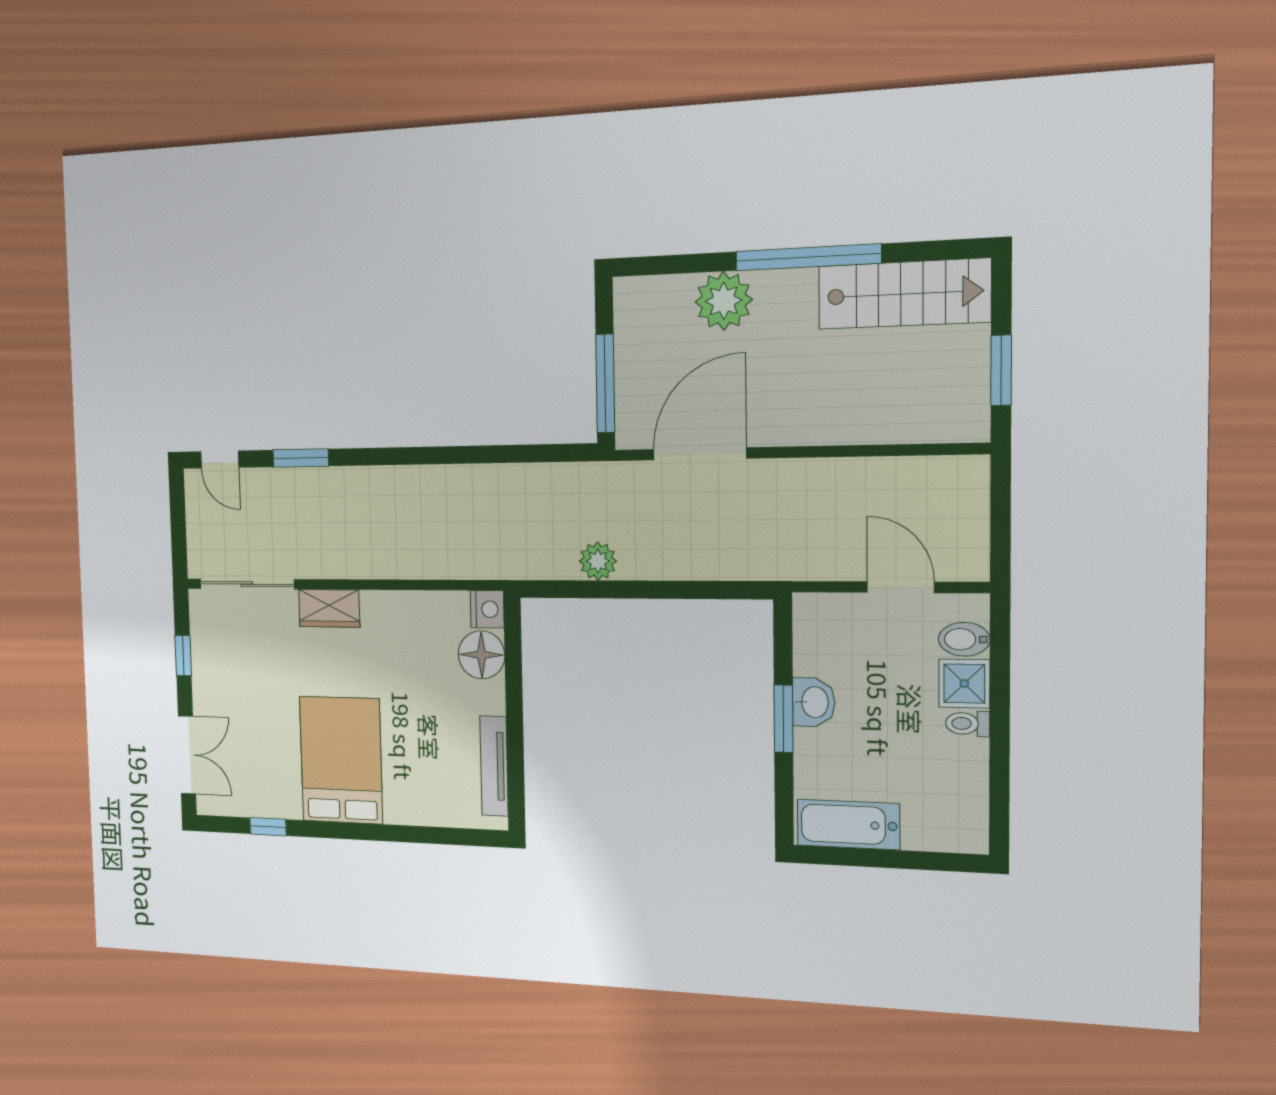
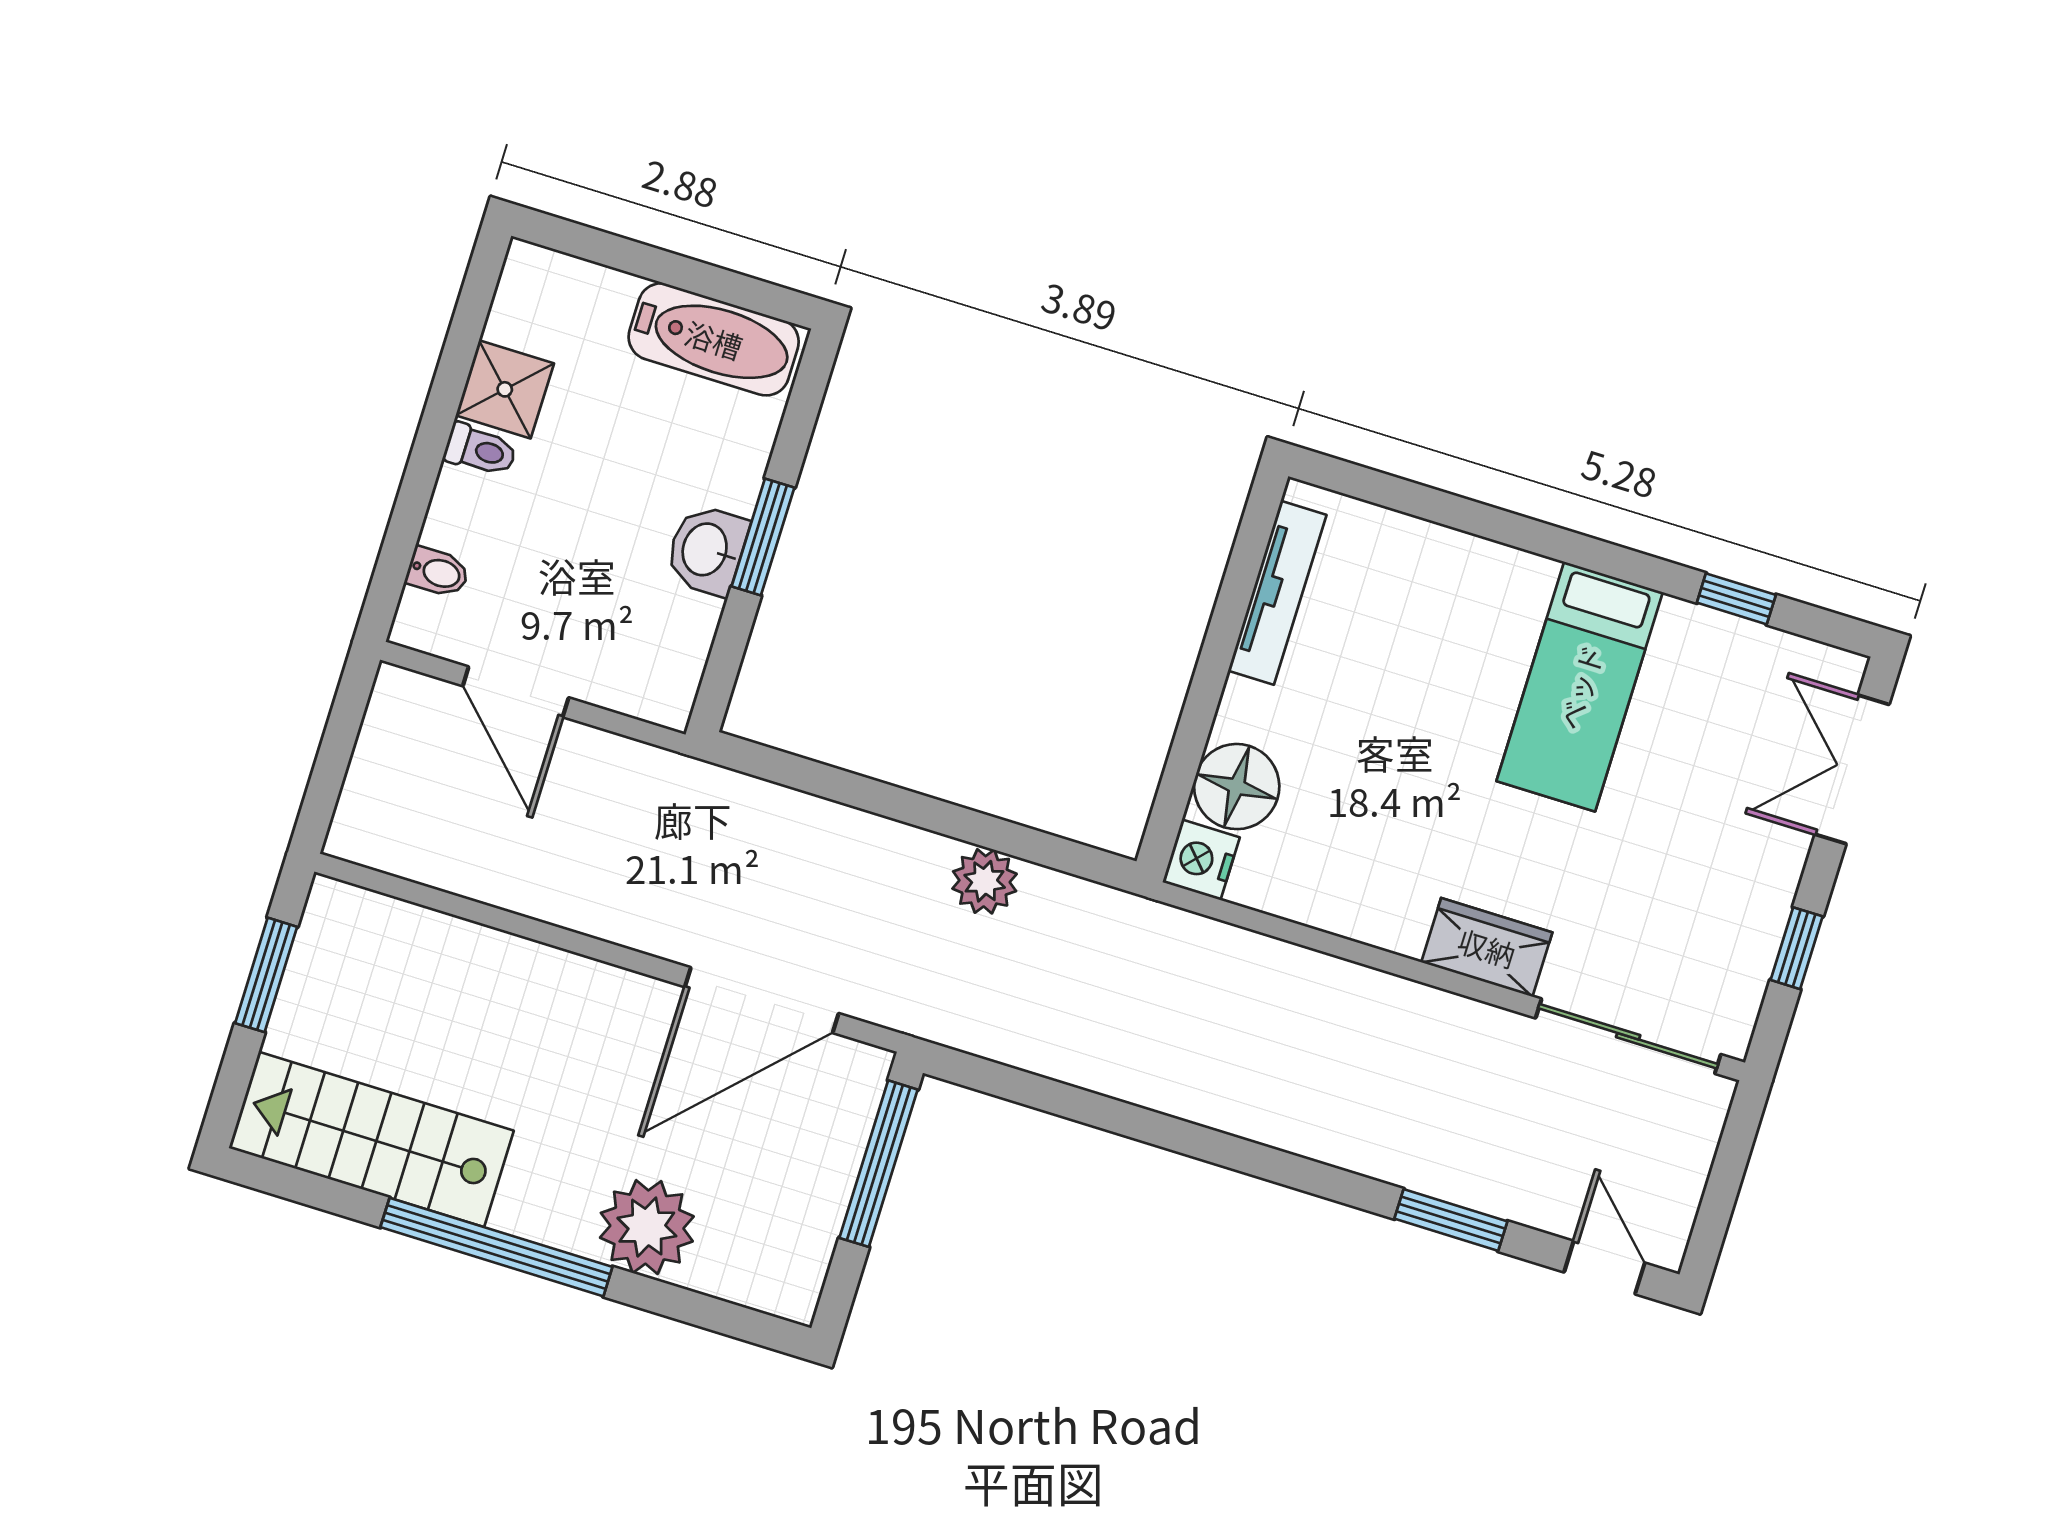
bidet: (964, 639) -> (438, 572), width x0.72, depth x0.74
shower: (964, 683) -> (505, 389), moved
bed: (341, 760) -> (1580, 687), width x0.67

